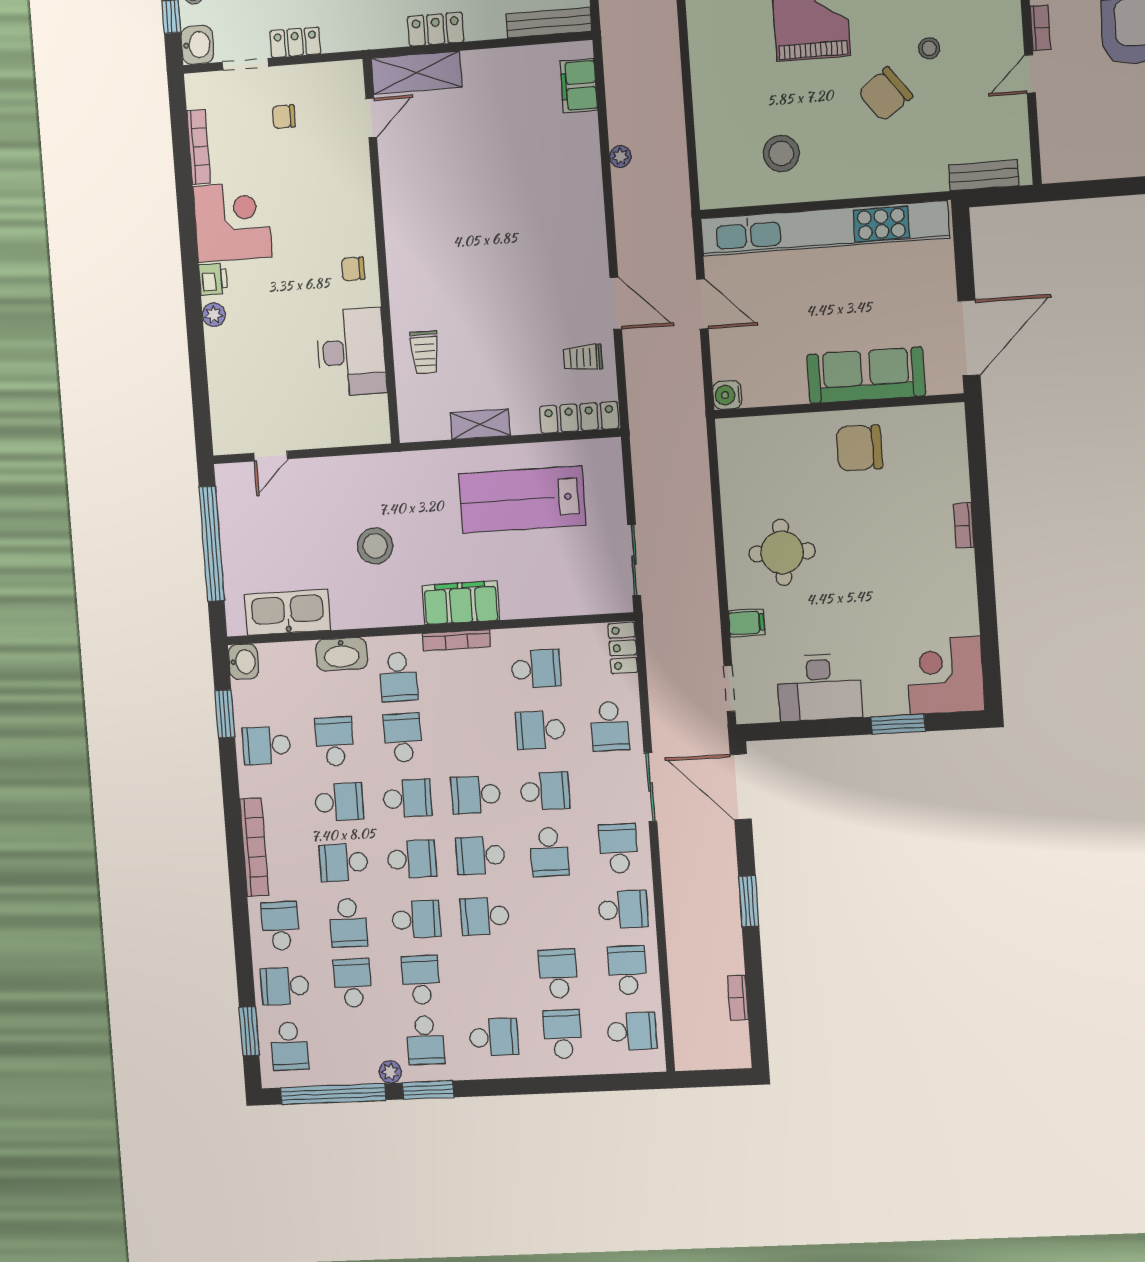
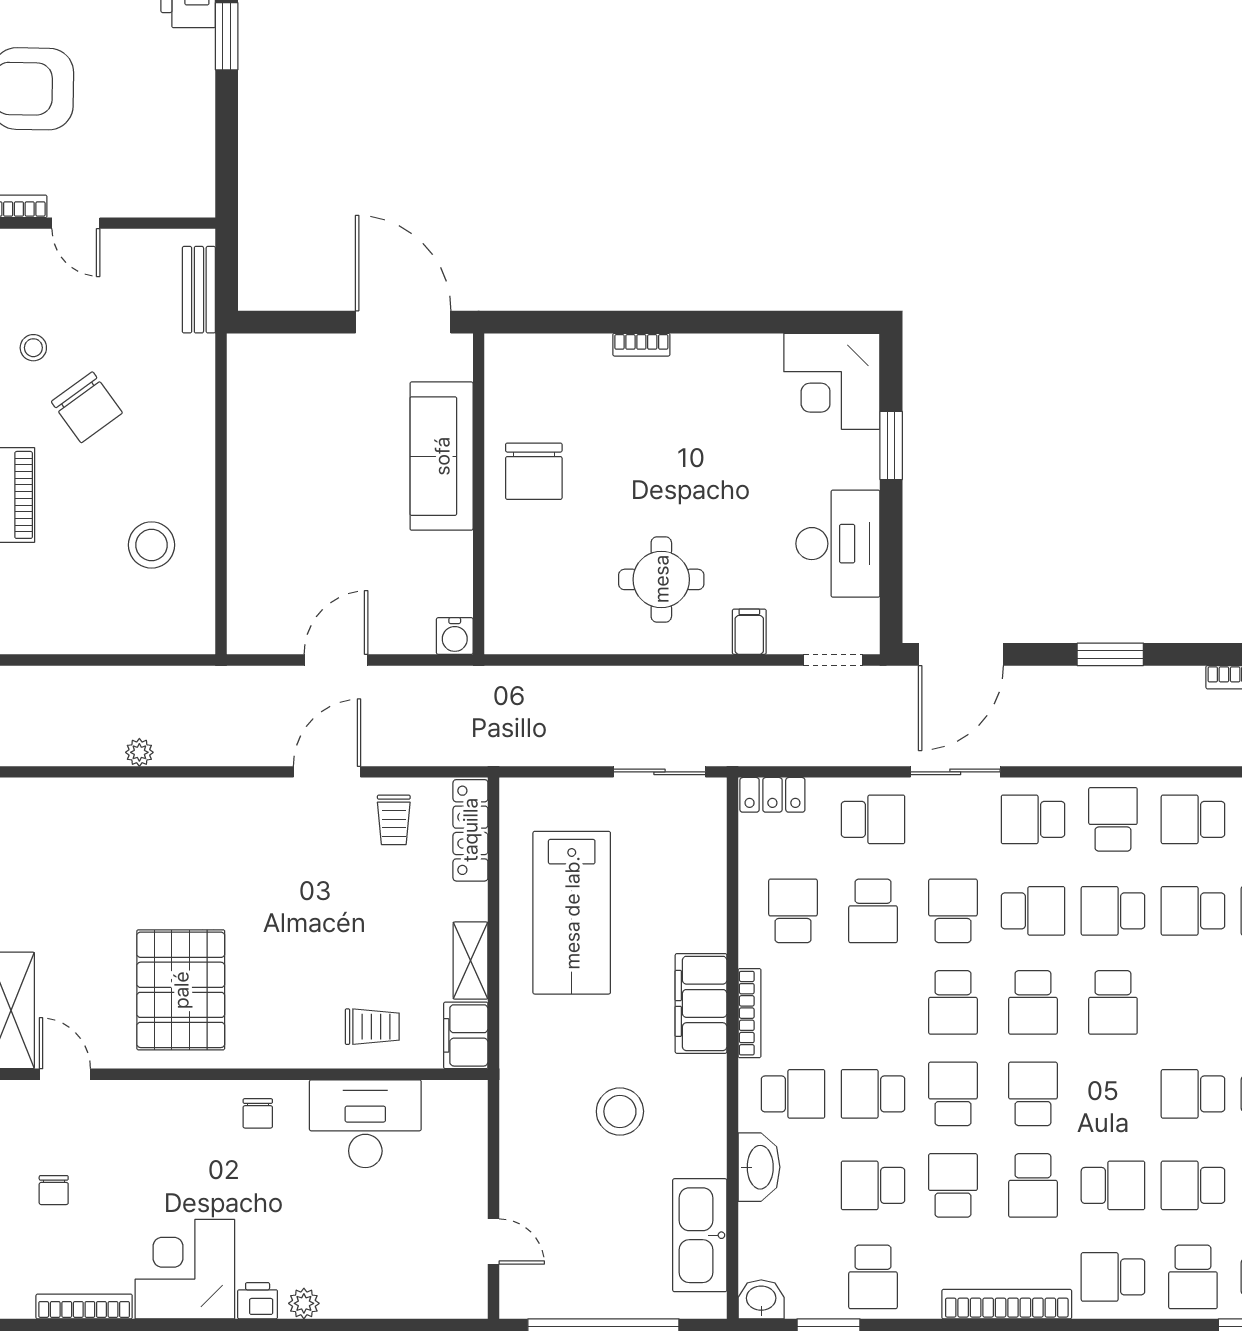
filing cabinet: (579, 86) -> (466, 1035), moved, turned 90
pallet: (442, 203) -> (181, 990), added
kitchen unit: (825, 228) -> (251, 496), removed
school desk: (416, 919) -> (1113, 911), moved, turned -90

